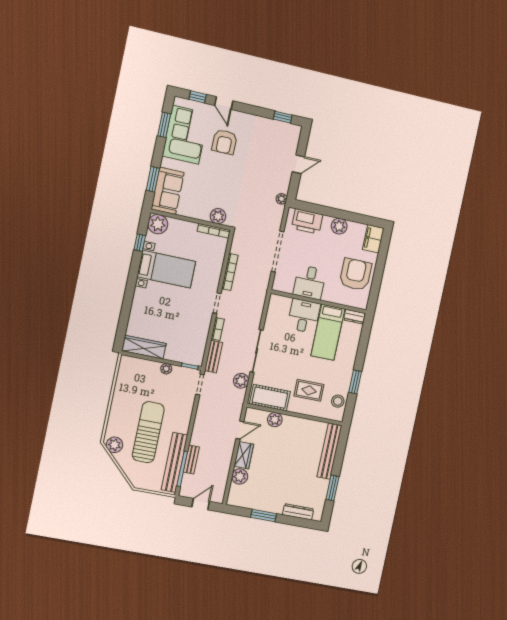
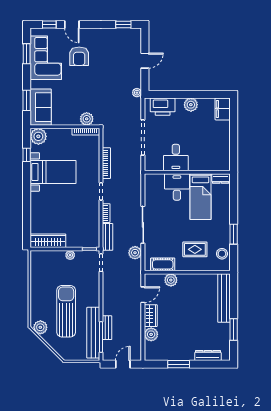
armchair: (356, 274) -> (214, 142), removed
cot: (270, 398) -> (163, 264), width x0.73, depth x0.75

